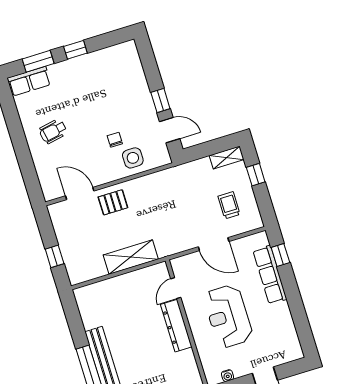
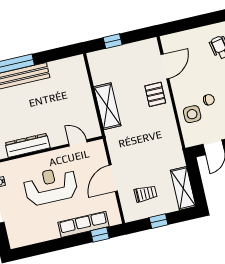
shelving: (227, 158) -> (183, 188), width x1.50, depth x1.33
window: (256, 175) -> (159, 221), moved
dresser: (176, 326) -> (27, 145), moved

